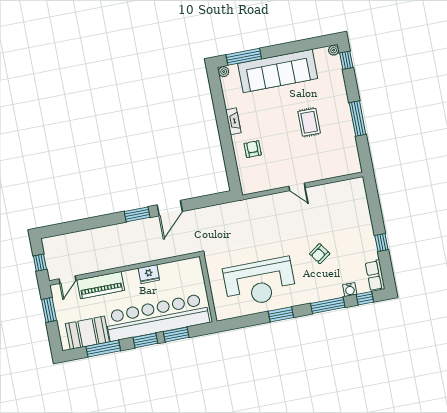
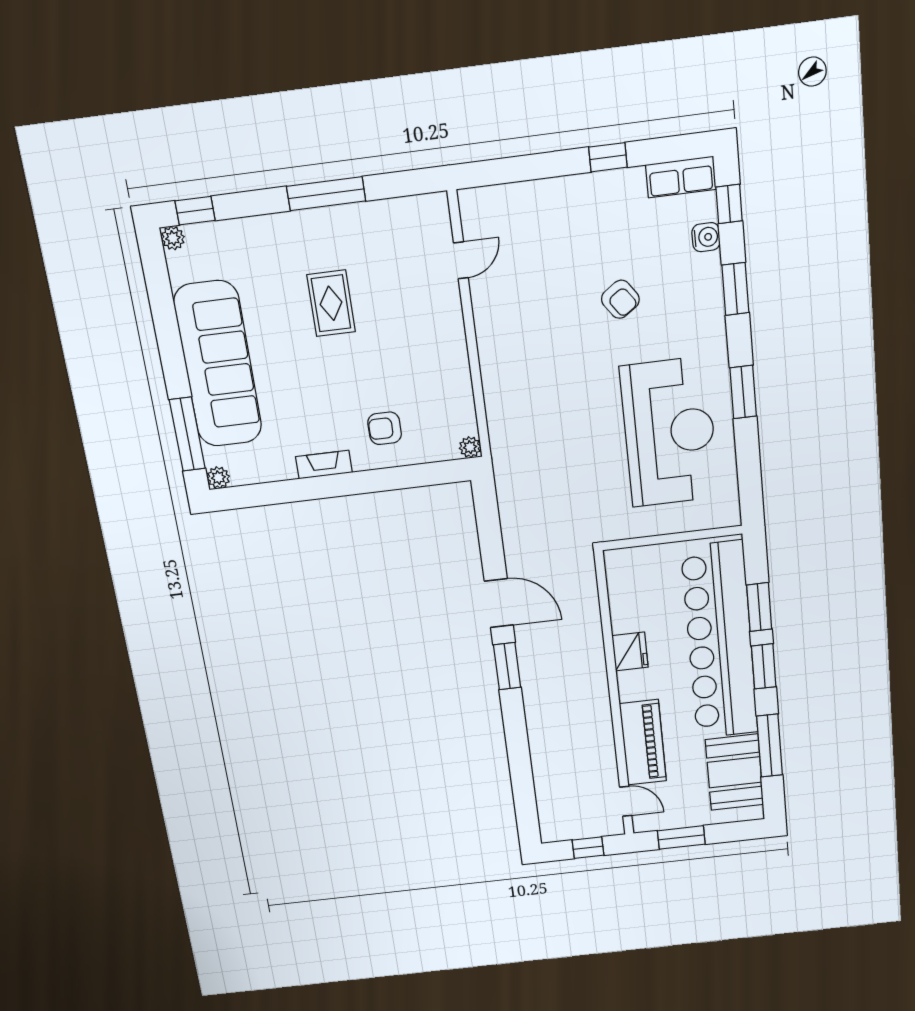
rug: (309, 122) -> (331, 303), turned 90
door: (297, 187) -> (461, 260), moved
plant: (246, 189) -> (470, 447), added
window: (328, 305) -> (735, 289), width x0.69

